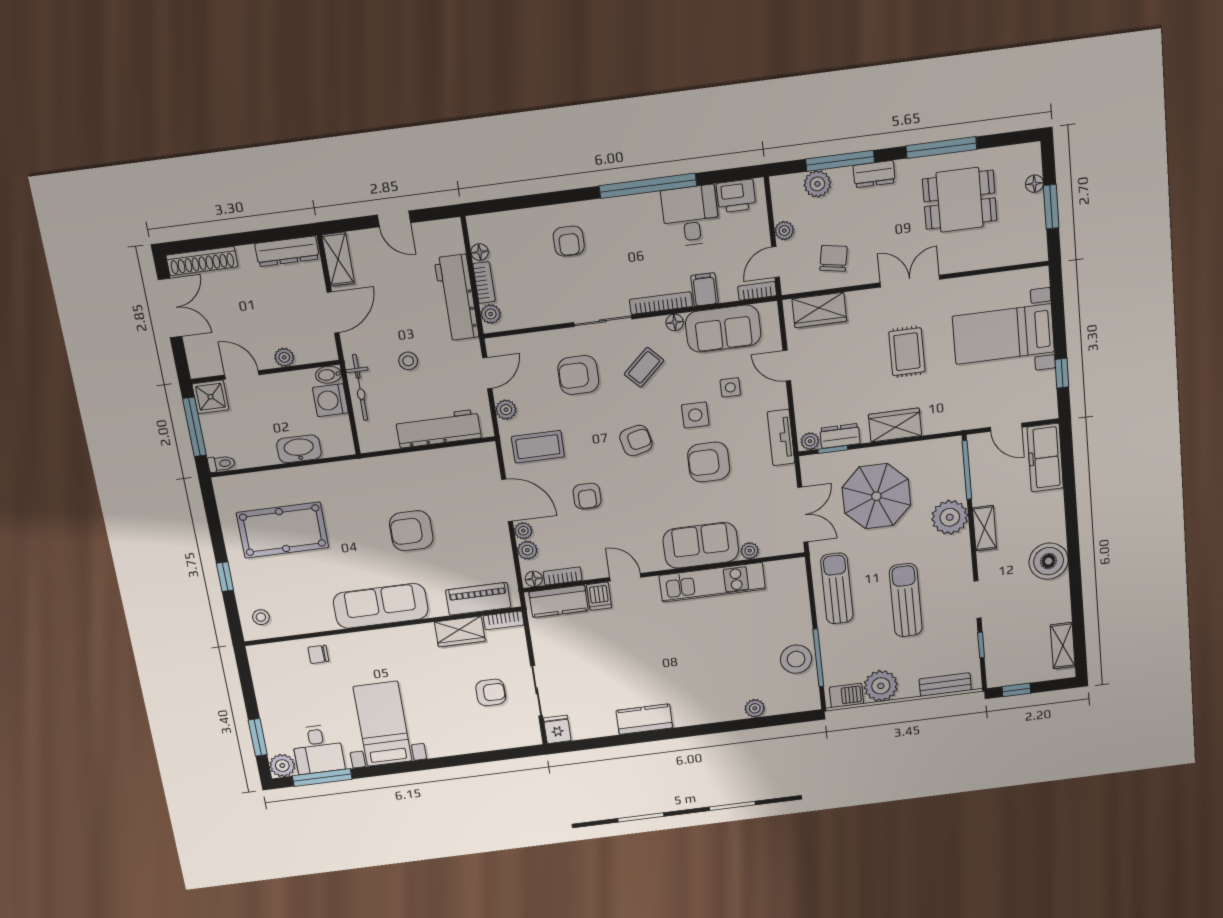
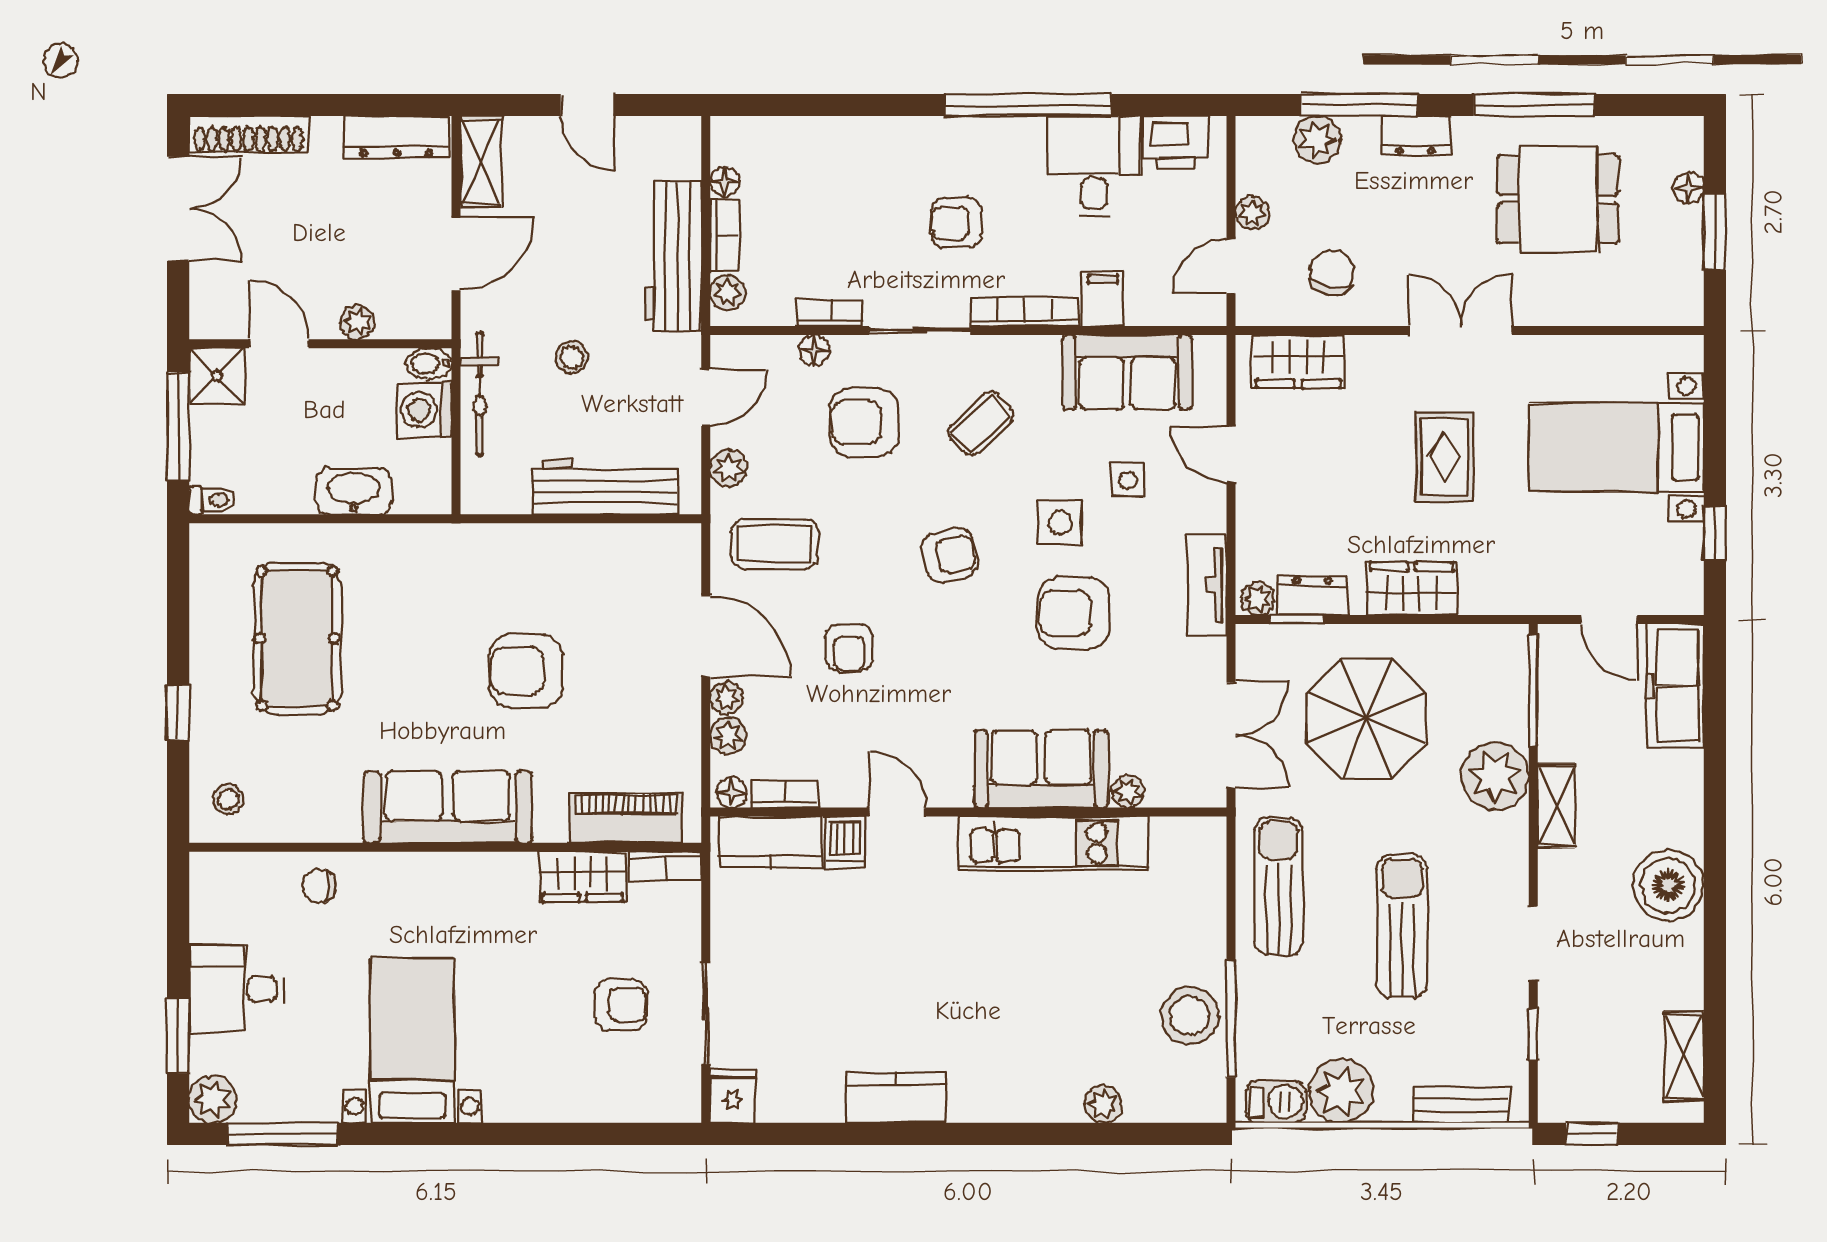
armchair: (569, 241) -> (956, 223), moved, turned 90
bookcase: (757, 291) -> (830, 313), moved
floor lamp: (675, 322) -> (814, 350), moved
pool table: (283, 530) -> (297, 638), turned 90
desk: (318, 749) -> (237, 989), moved, turned 90

